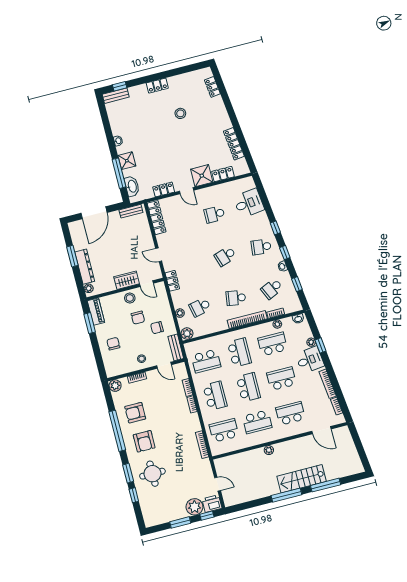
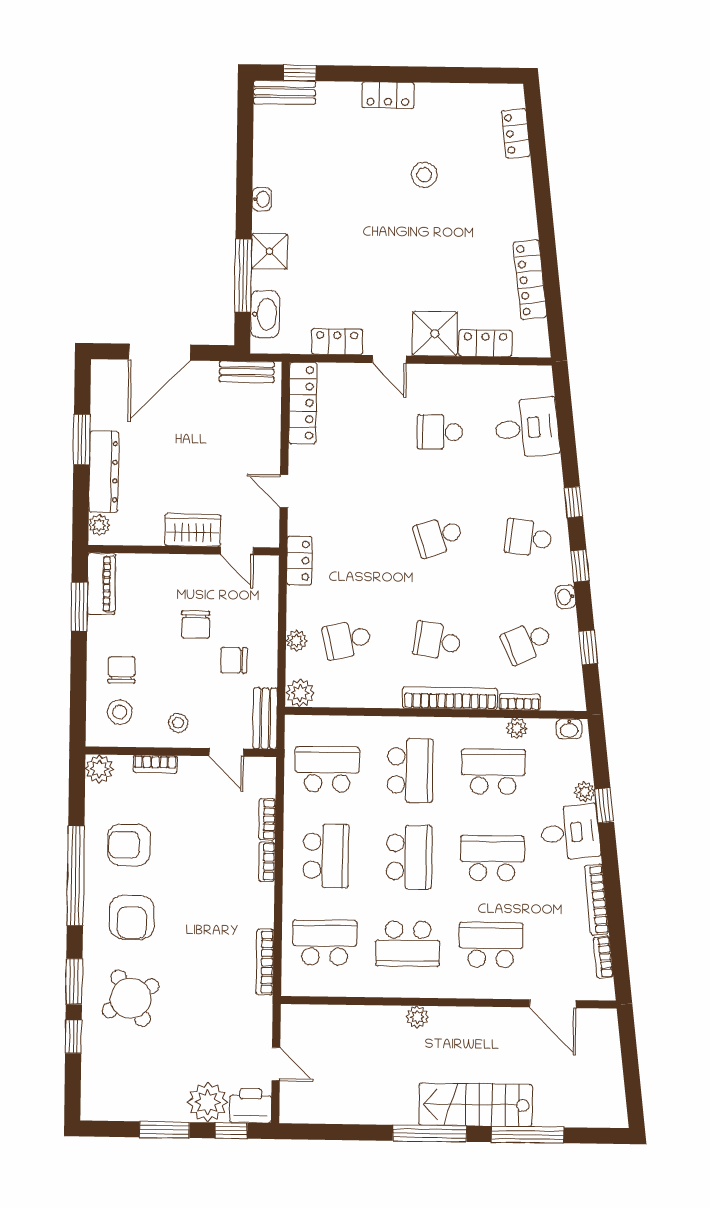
stool: (130, 298) -> (120, 712), moved
school desk: (206, 361) -> (327, 769), turned 180
round table: (152, 474) -> (131, 998), turned -31

